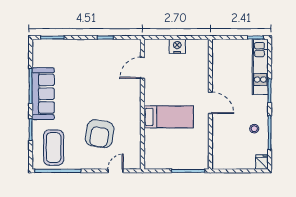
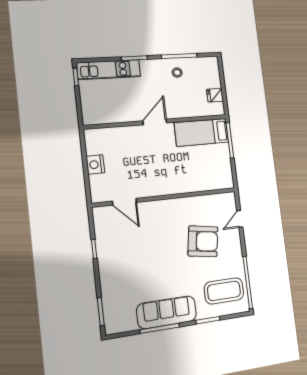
bed: (169, 117) -> (202, 132), moved, turned -90
fridge: (262, 162) -> (215, 95), moved
door: (116, 171) -> (240, 219), hinge flipped

